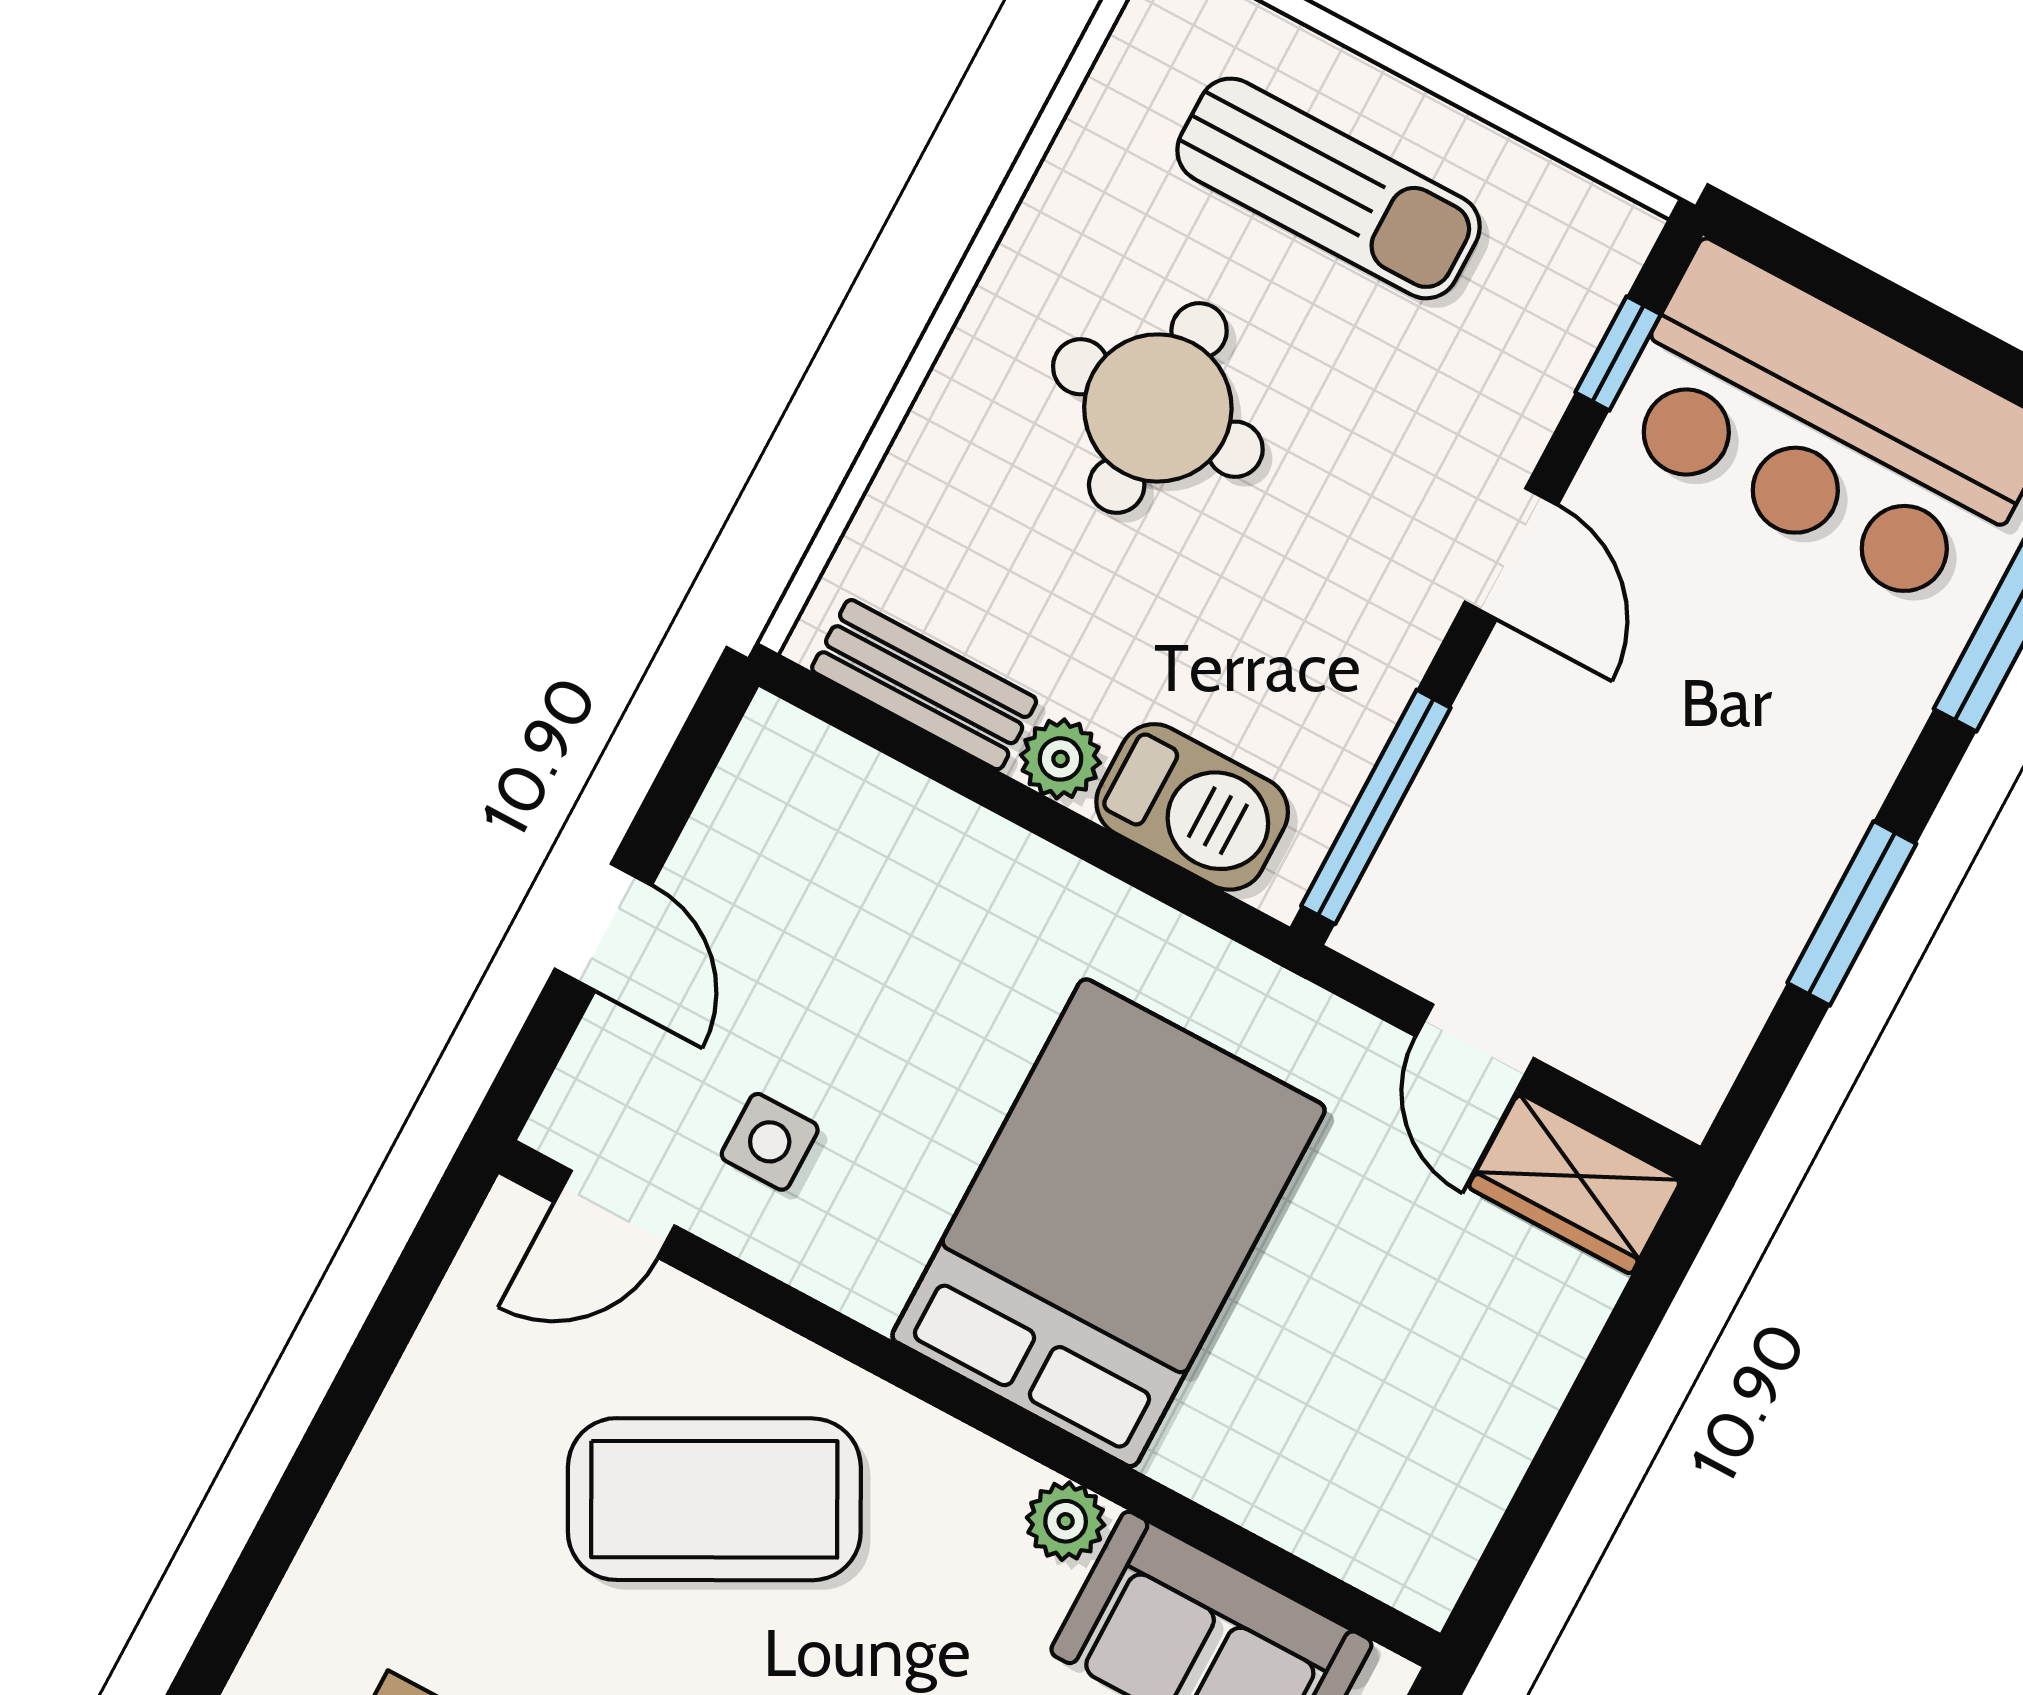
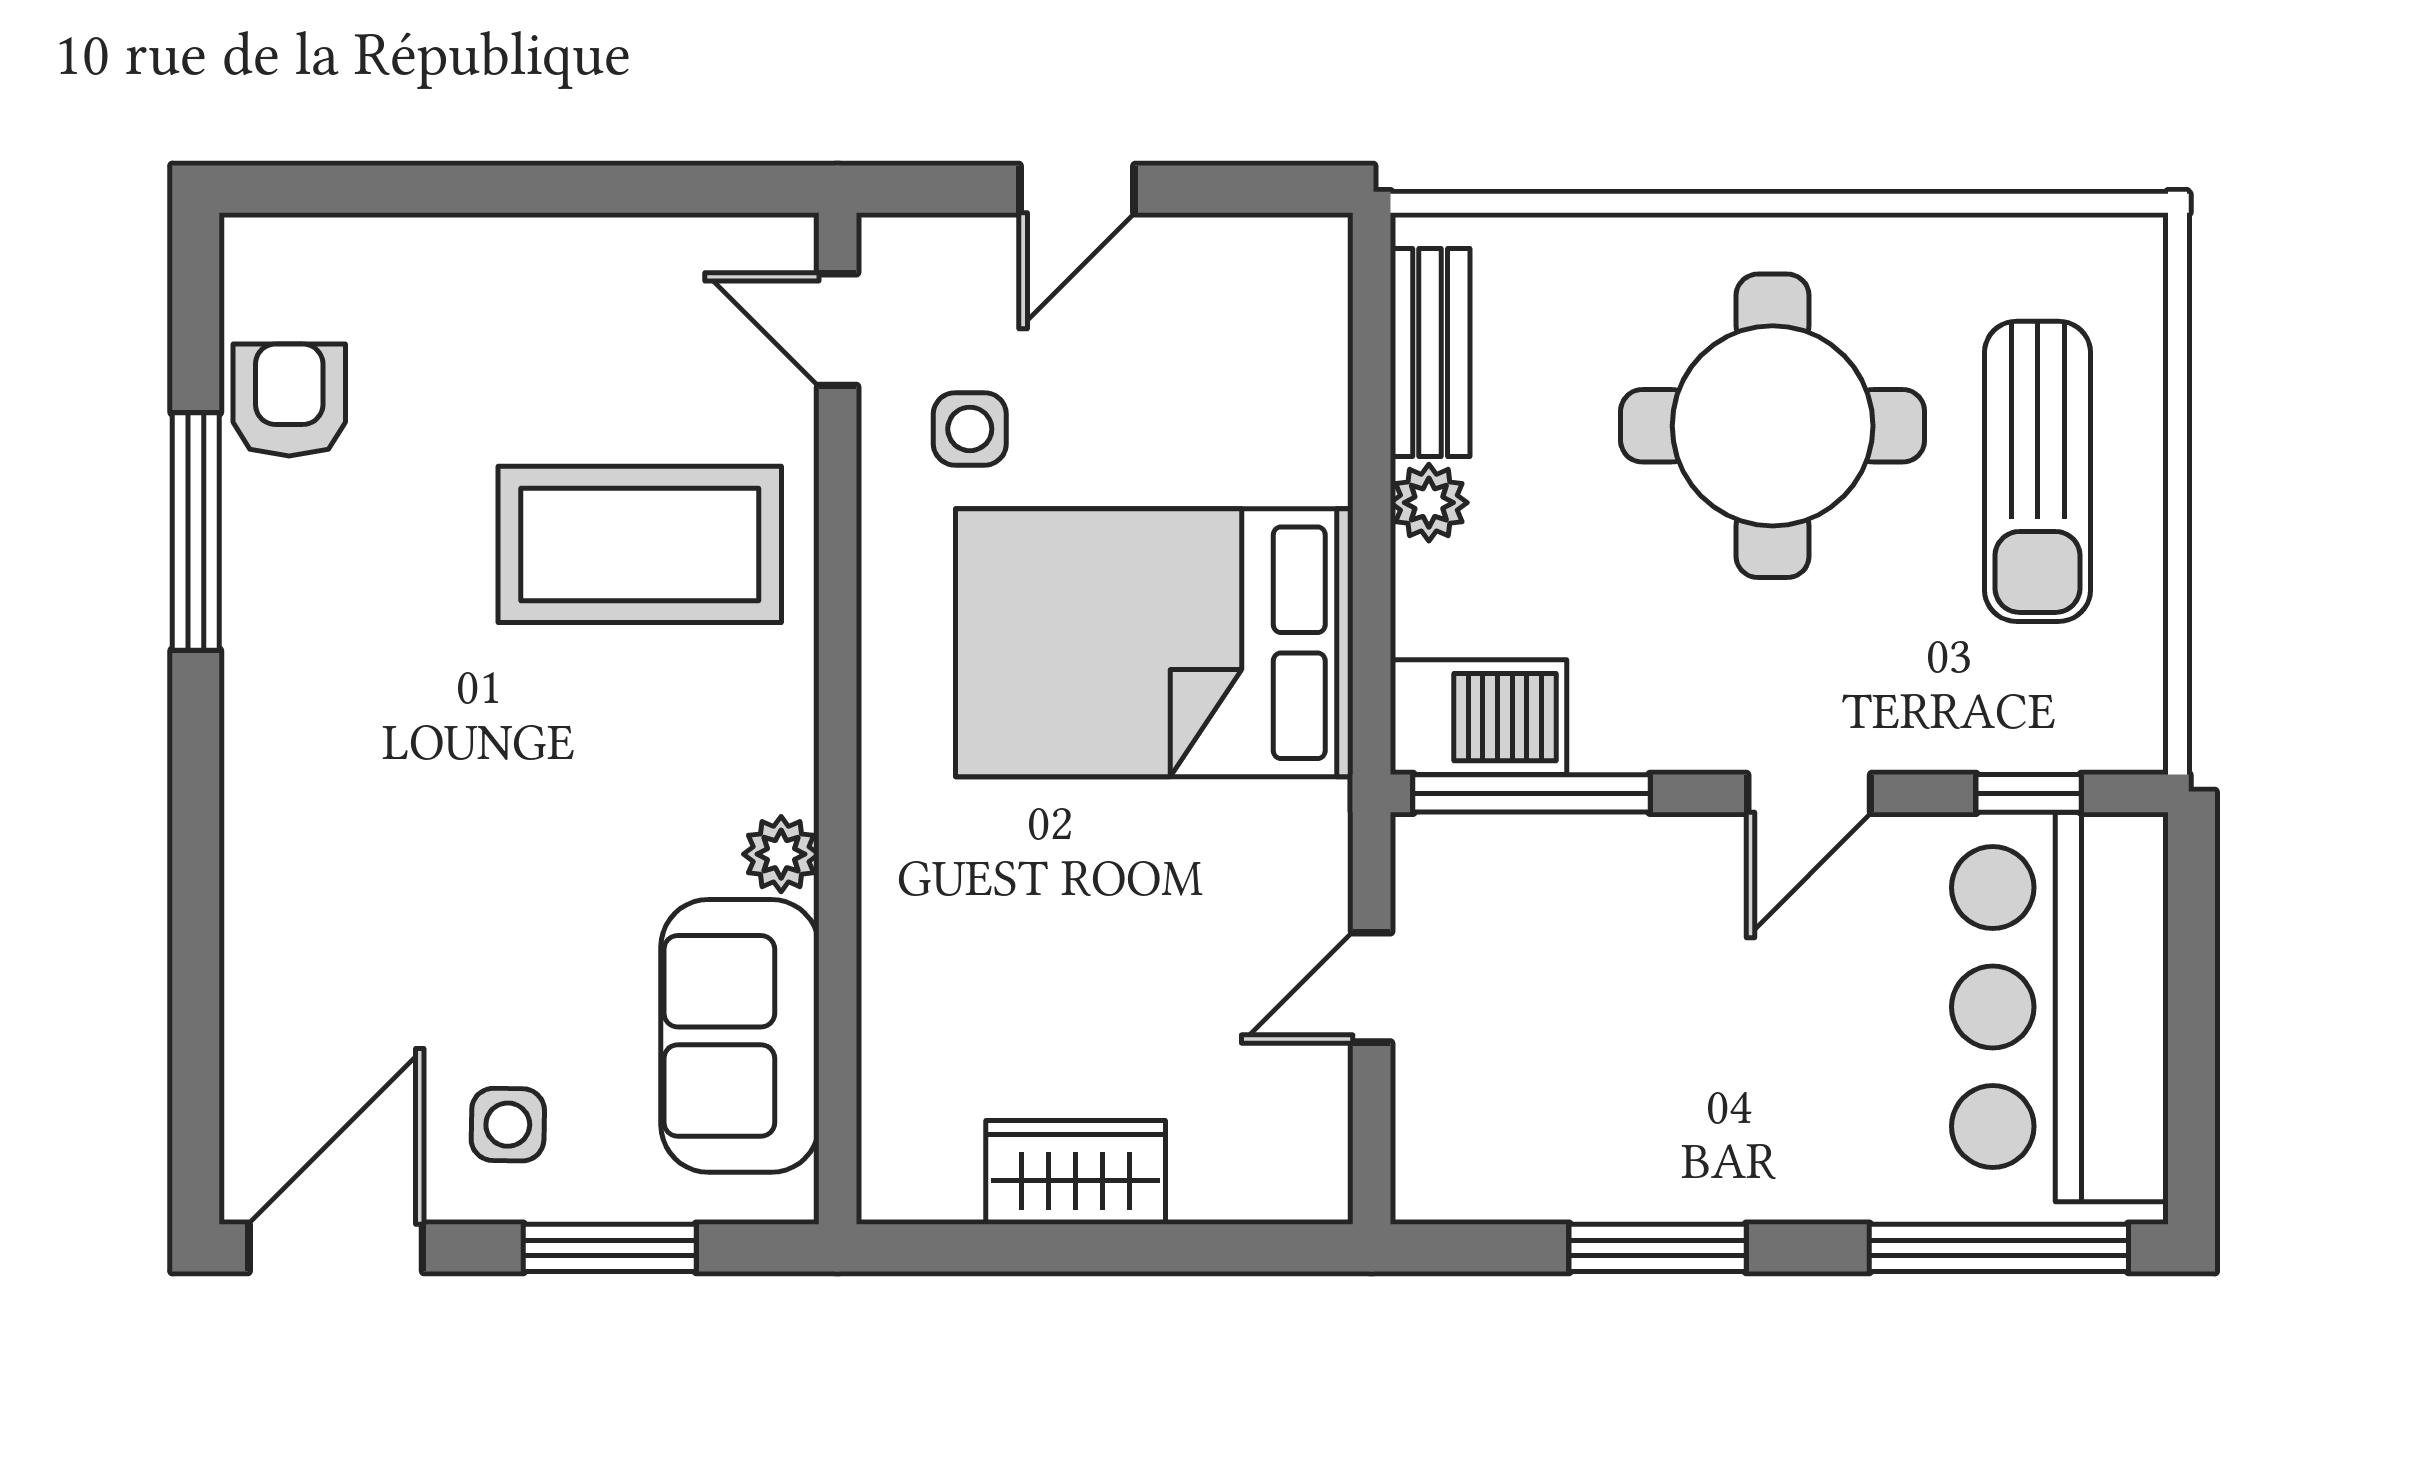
round table: (1158, 408) -> (1773, 426), width x1.36, depth x1.36
barbecue: (1192, 807) -> (1478, 717), moved, turned -90
wardrobe: (1575, 1184) -> (1076, 1172), moved, turned 90
bed: (1108, 1223) -> (1154, 643), moved, turned 180
coffee table: (714, 1499) -> (640, 544), turned -62

